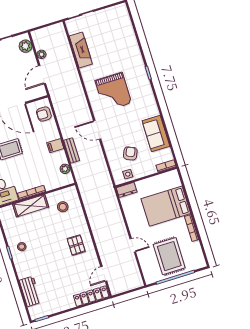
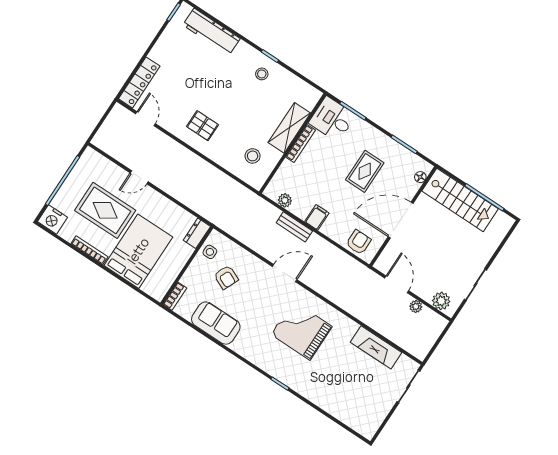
rug: (169, 256) -> (105, 210), moved
nightstand: (198, 261) -> (52, 219), added
workbench: (30, 291) -> (211, 32), width x1.38

